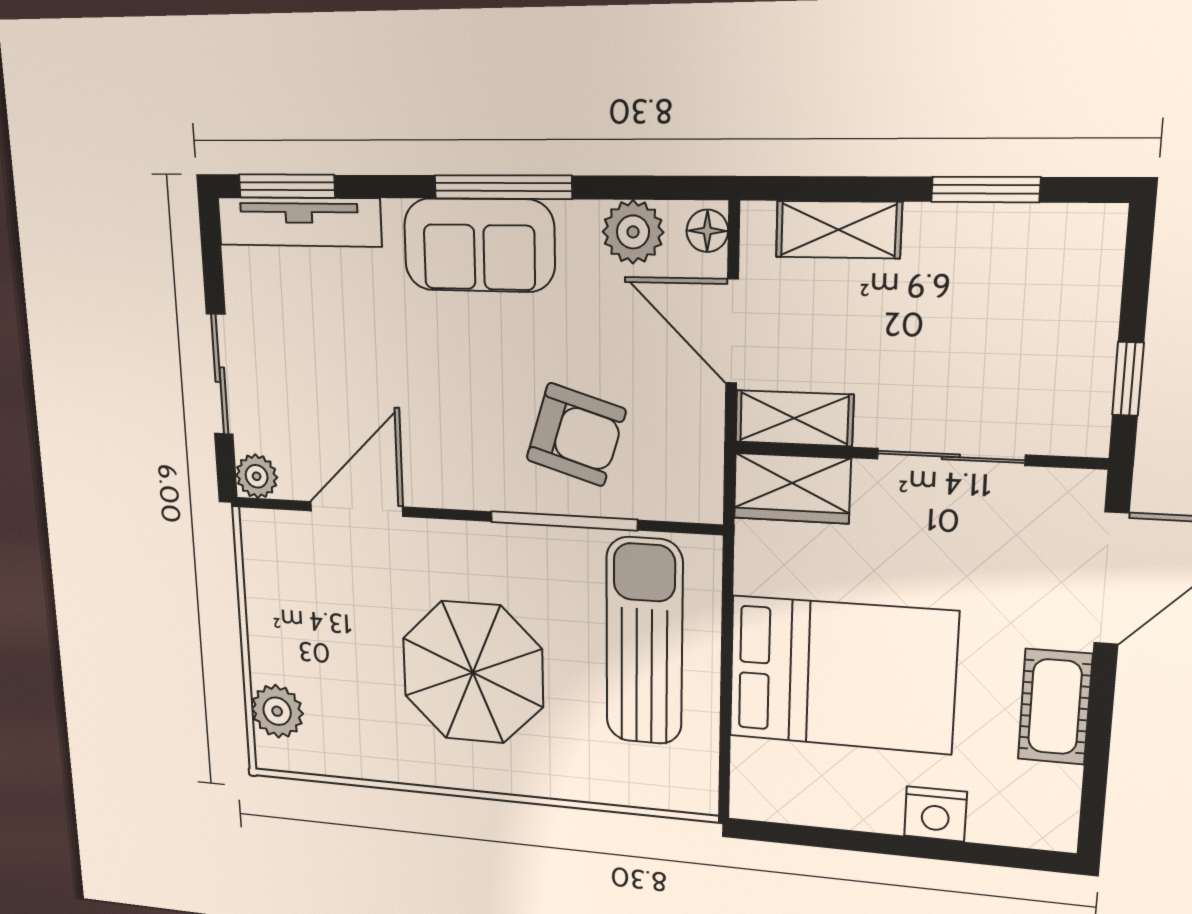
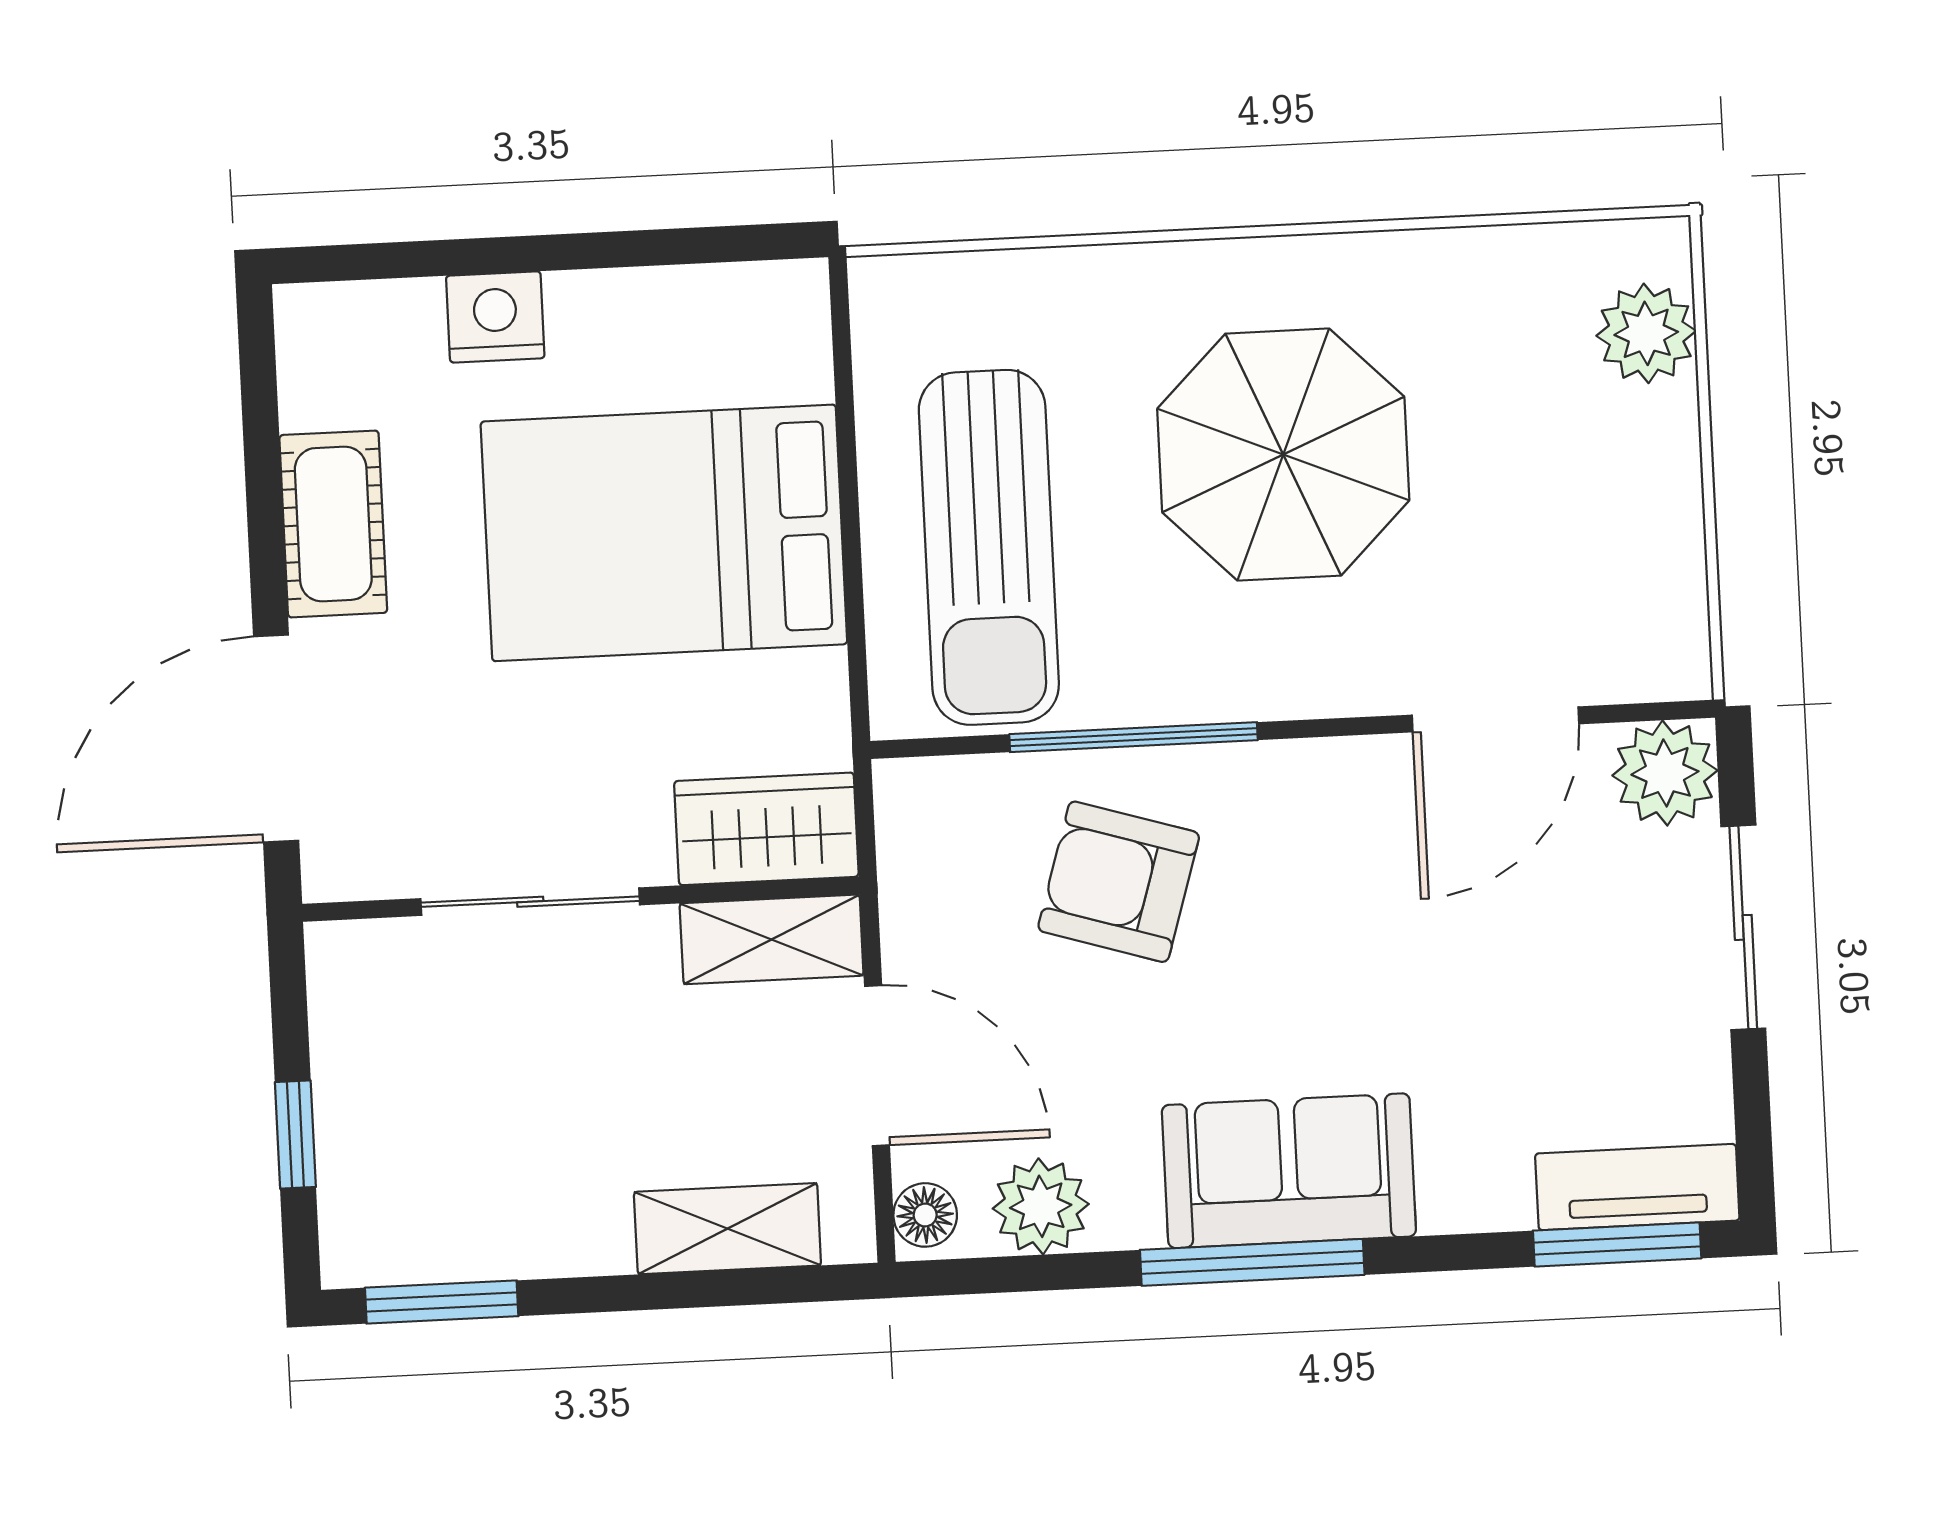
window: (986, 189) -> (442, 1302), moved
tv unit: (299, 222) -> (1637, 1187), width x0.71
window: (1128, 379) -> (295, 1135), moved
plant: (257, 476) -> (1665, 773), width x1.38, depth x1.38

